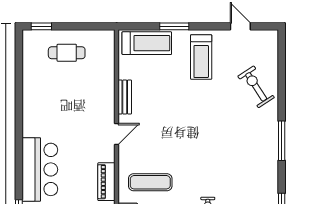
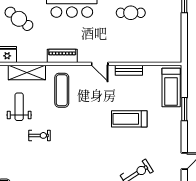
cafe table: (67, 53) -> (131, 13), moved, turned 90
treadmill: (201, 57) -> (129, 119), moved

